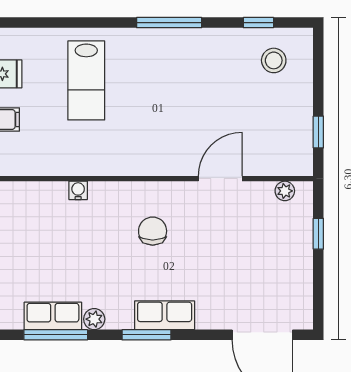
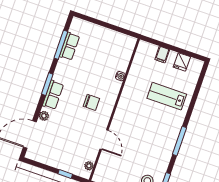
plant: (94, 319) -> (44, 116), moved

